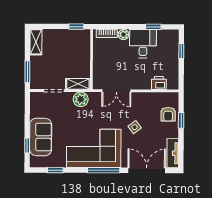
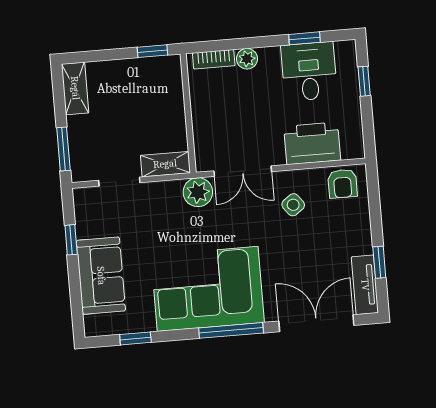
desk: (143, 44) -> (309, 71), moved
printer: (159, 83) -> (312, 143), width x1.87, depth x1.48
plant: (81, 99) -> (198, 192), moved
armchair: (168, 114) -> (342, 184), moved
window: (181, 120) -> (379, 262), moved
side table: (135, 127) -> (293, 205), moved
window: (27, 145) -> (71, 240), moved

